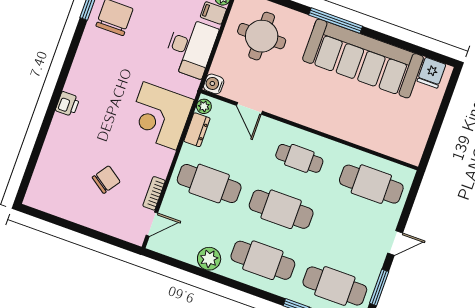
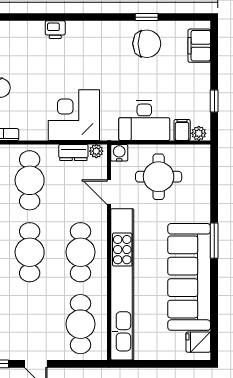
window: (336, 21) -> (214, 241), width x0.69
round table: (262, 36) -> (159, 177), moved
door: (249, 108) -> (109, 192), hinge flipped
kitchen unit: (346, 128) -> (122, 284), added
cafe table: (299, 158) -> (81, 252), width x1.37, depth x1.35

